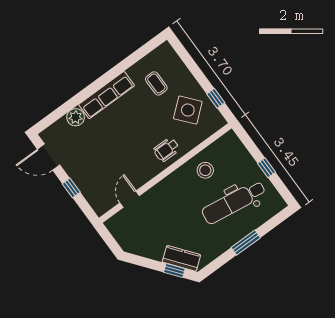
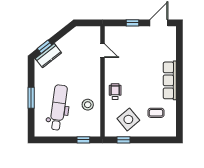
plant: (76, 117) -> (170, 54), removed
window: (267, 168) -> (83, 140), moved

